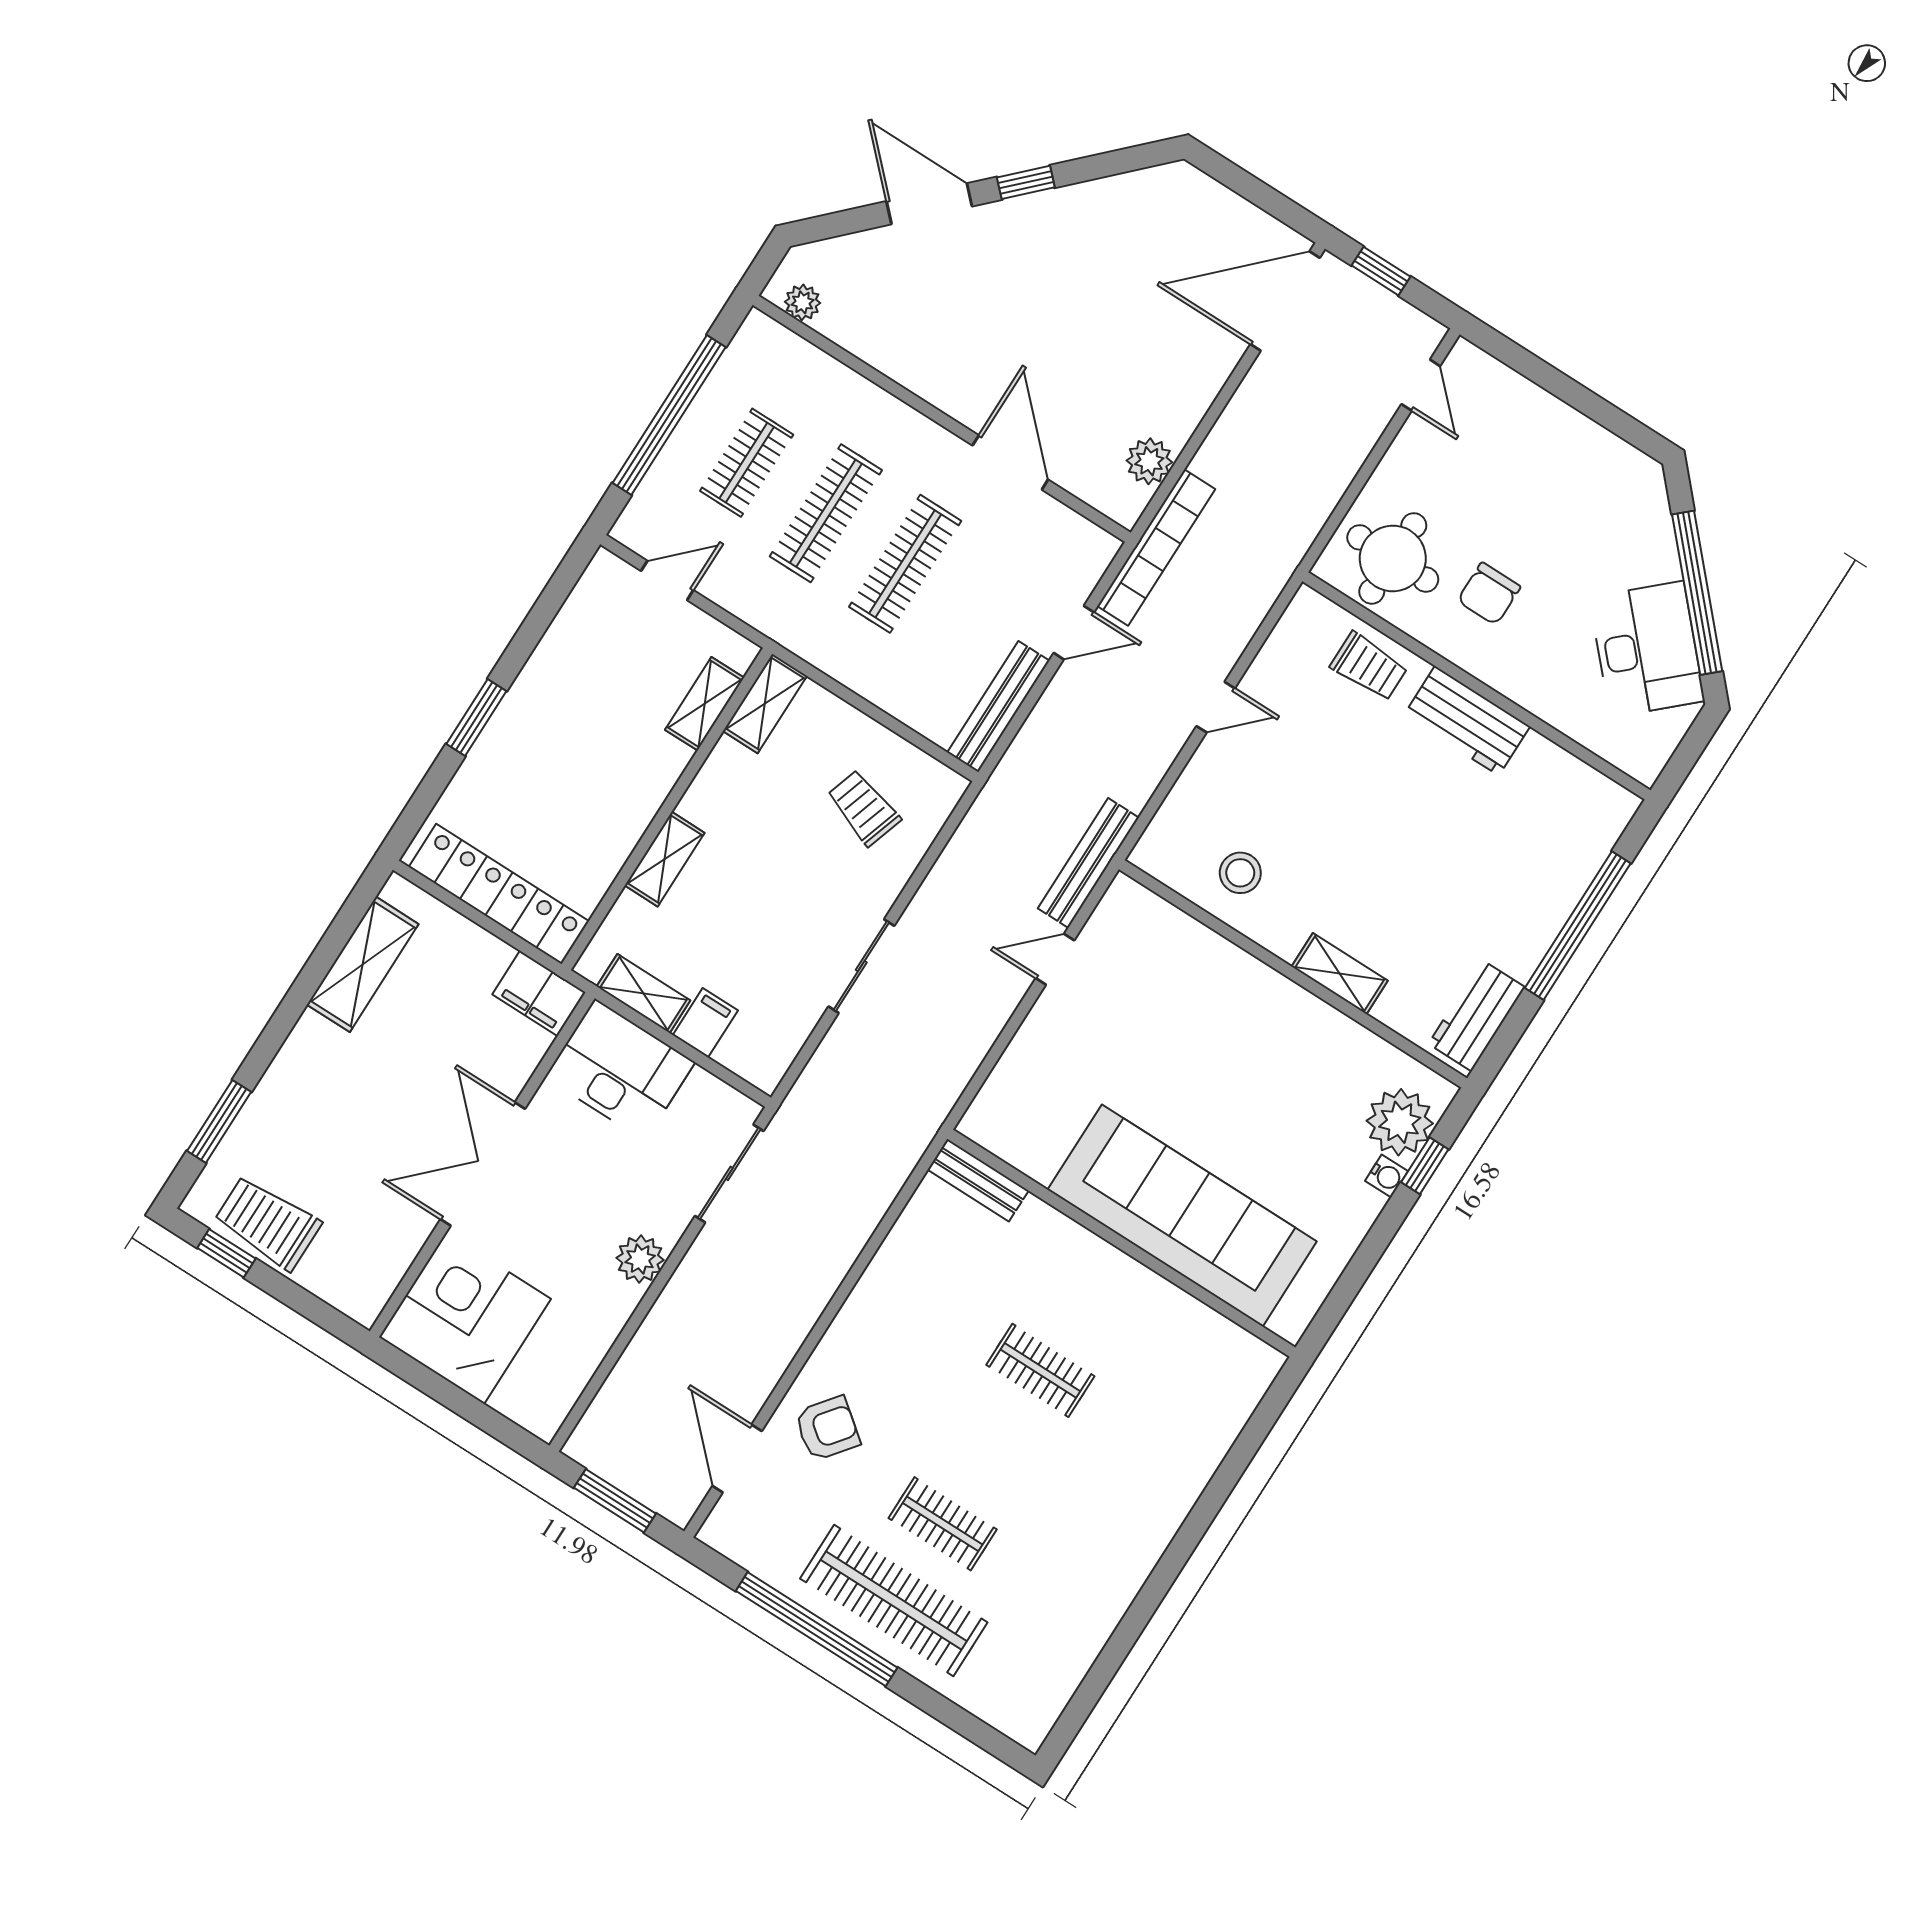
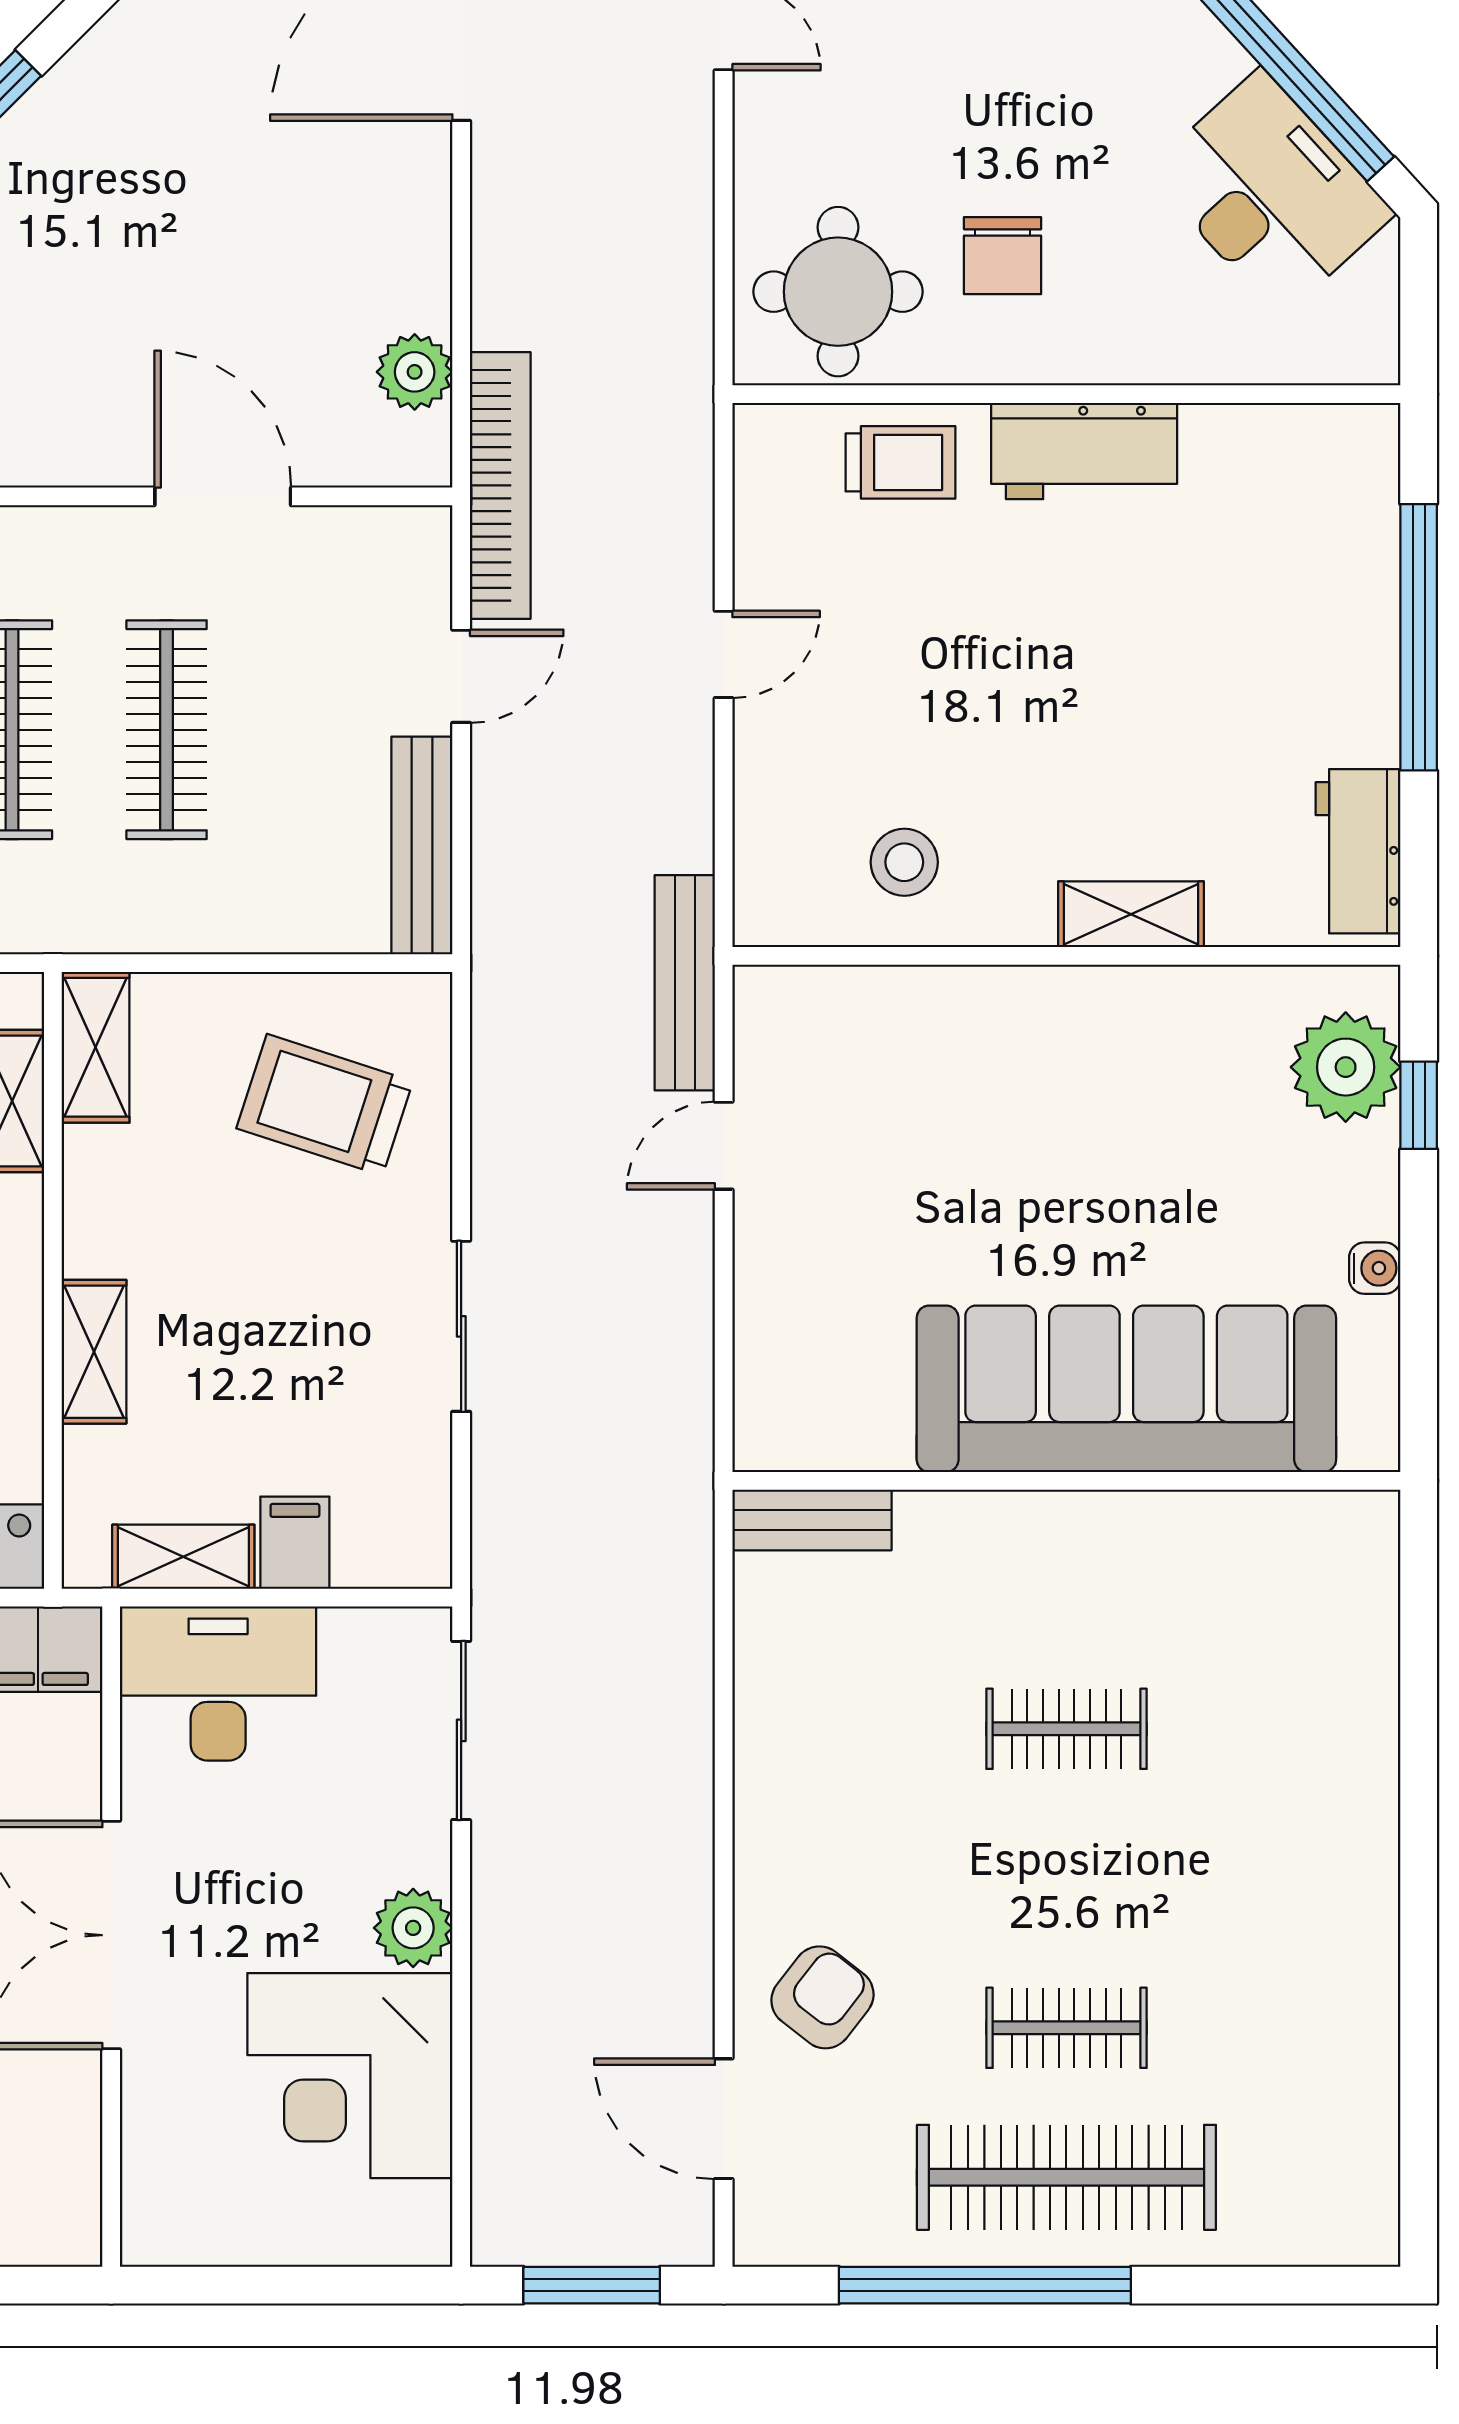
trolley: (864, 808) -> (325, 1105), width x1.36, depth x1.39
water cooler: (1386, 1176) -> (1375, 1268), moved
corner desk: (465, 1318) -> (350, 2076), moved, turned -90

